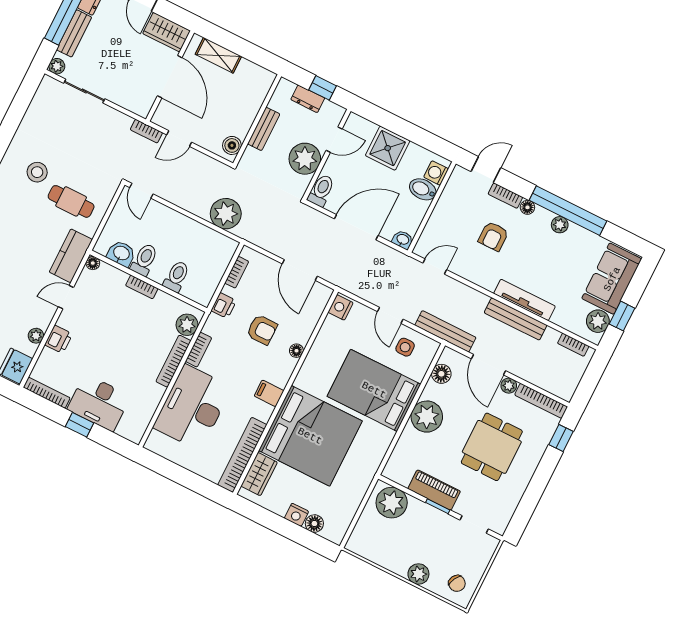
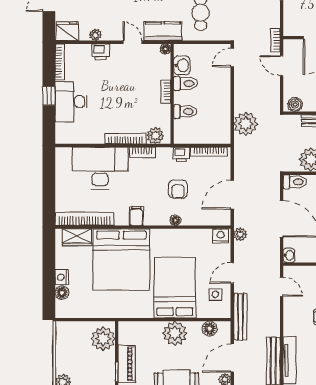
bookcase: (237, 272) -> (209, 152), width x1.56
plant: (350, 284) -> (240, 234), added

